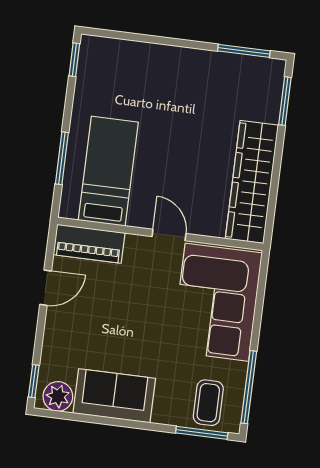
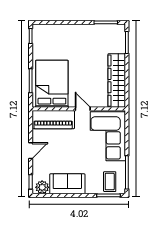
bed: (108, 171) -> (52, 84), width x1.50
piano: (89, 244) -> (53, 120), width x1.37, depth x1.33
door: (46, 288) -> (31, 151), moved

